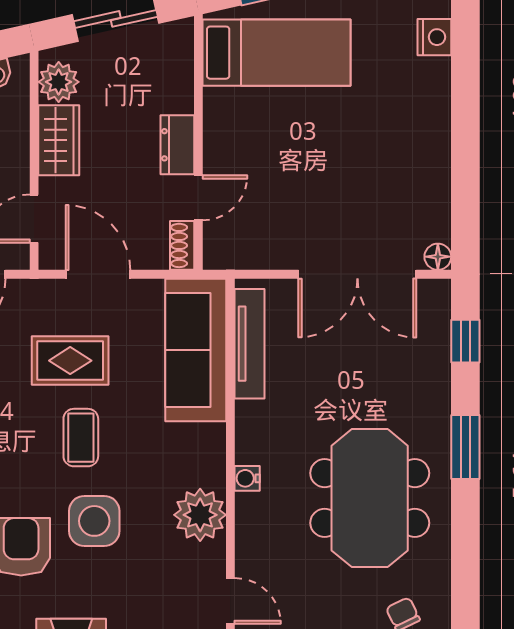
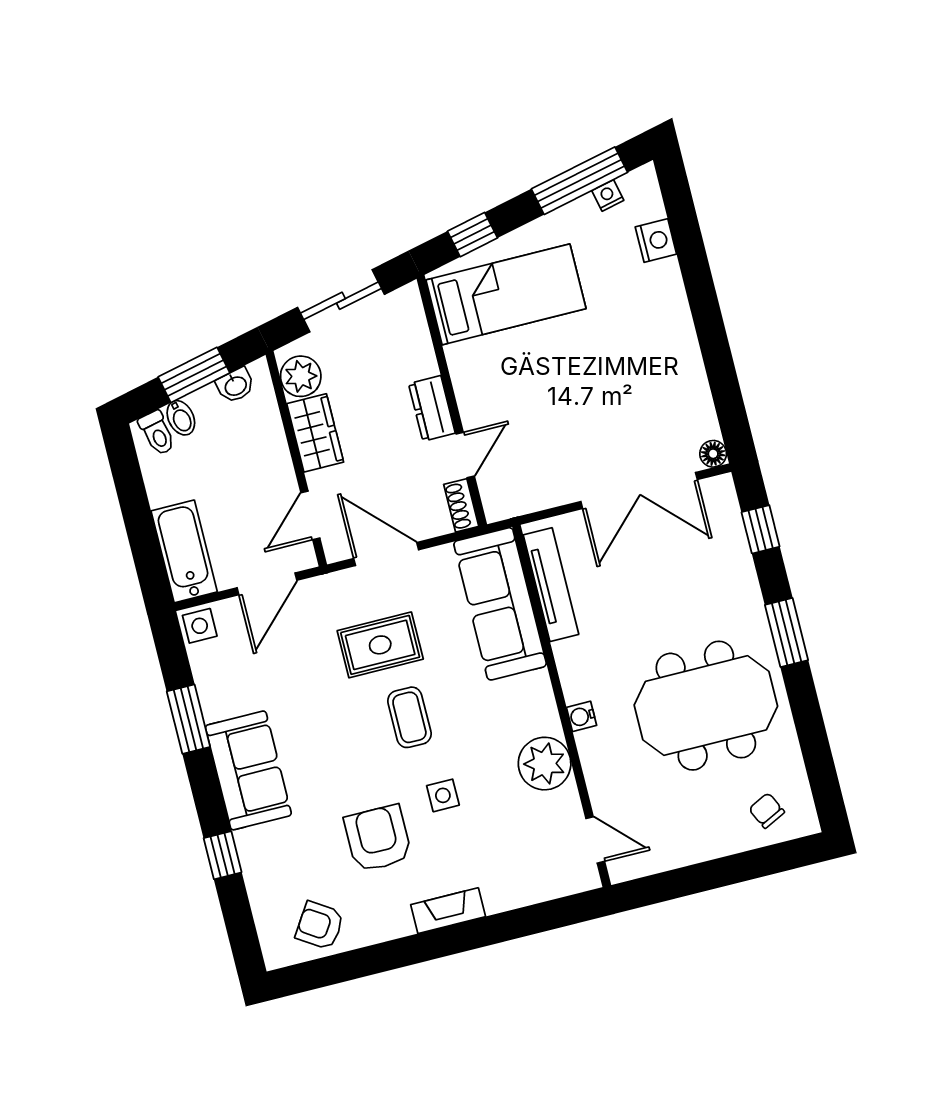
meeting table: (370, 498) -> (706, 706), turned 90
side table: (94, 521) -> (443, 795), width x0.54, depth x0.54

